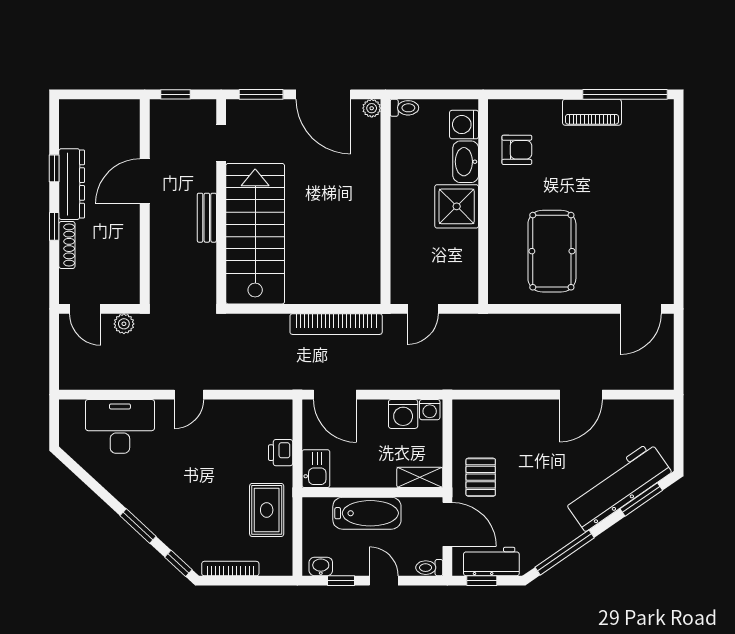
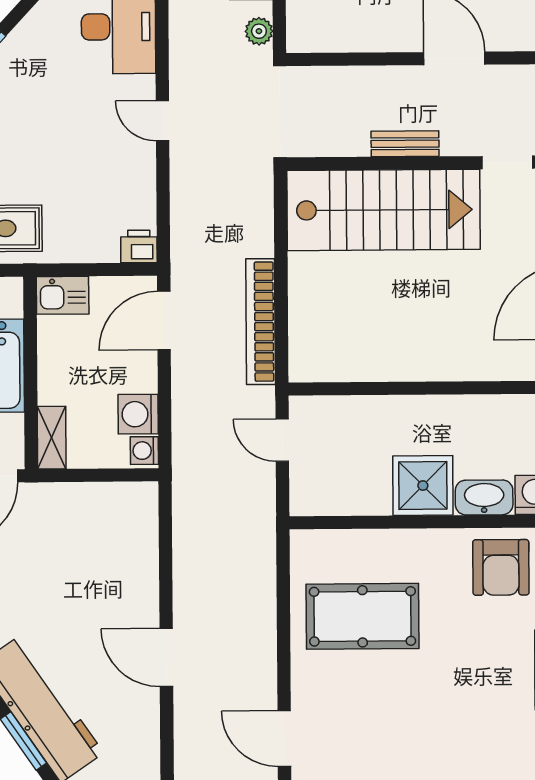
armchair: (517, 150) -> (501, 567), width x1.38, depth x1.38
printer: (281, 453) -> (139, 246), moved
pallet: (481, 477) -> (52, 521), removed

